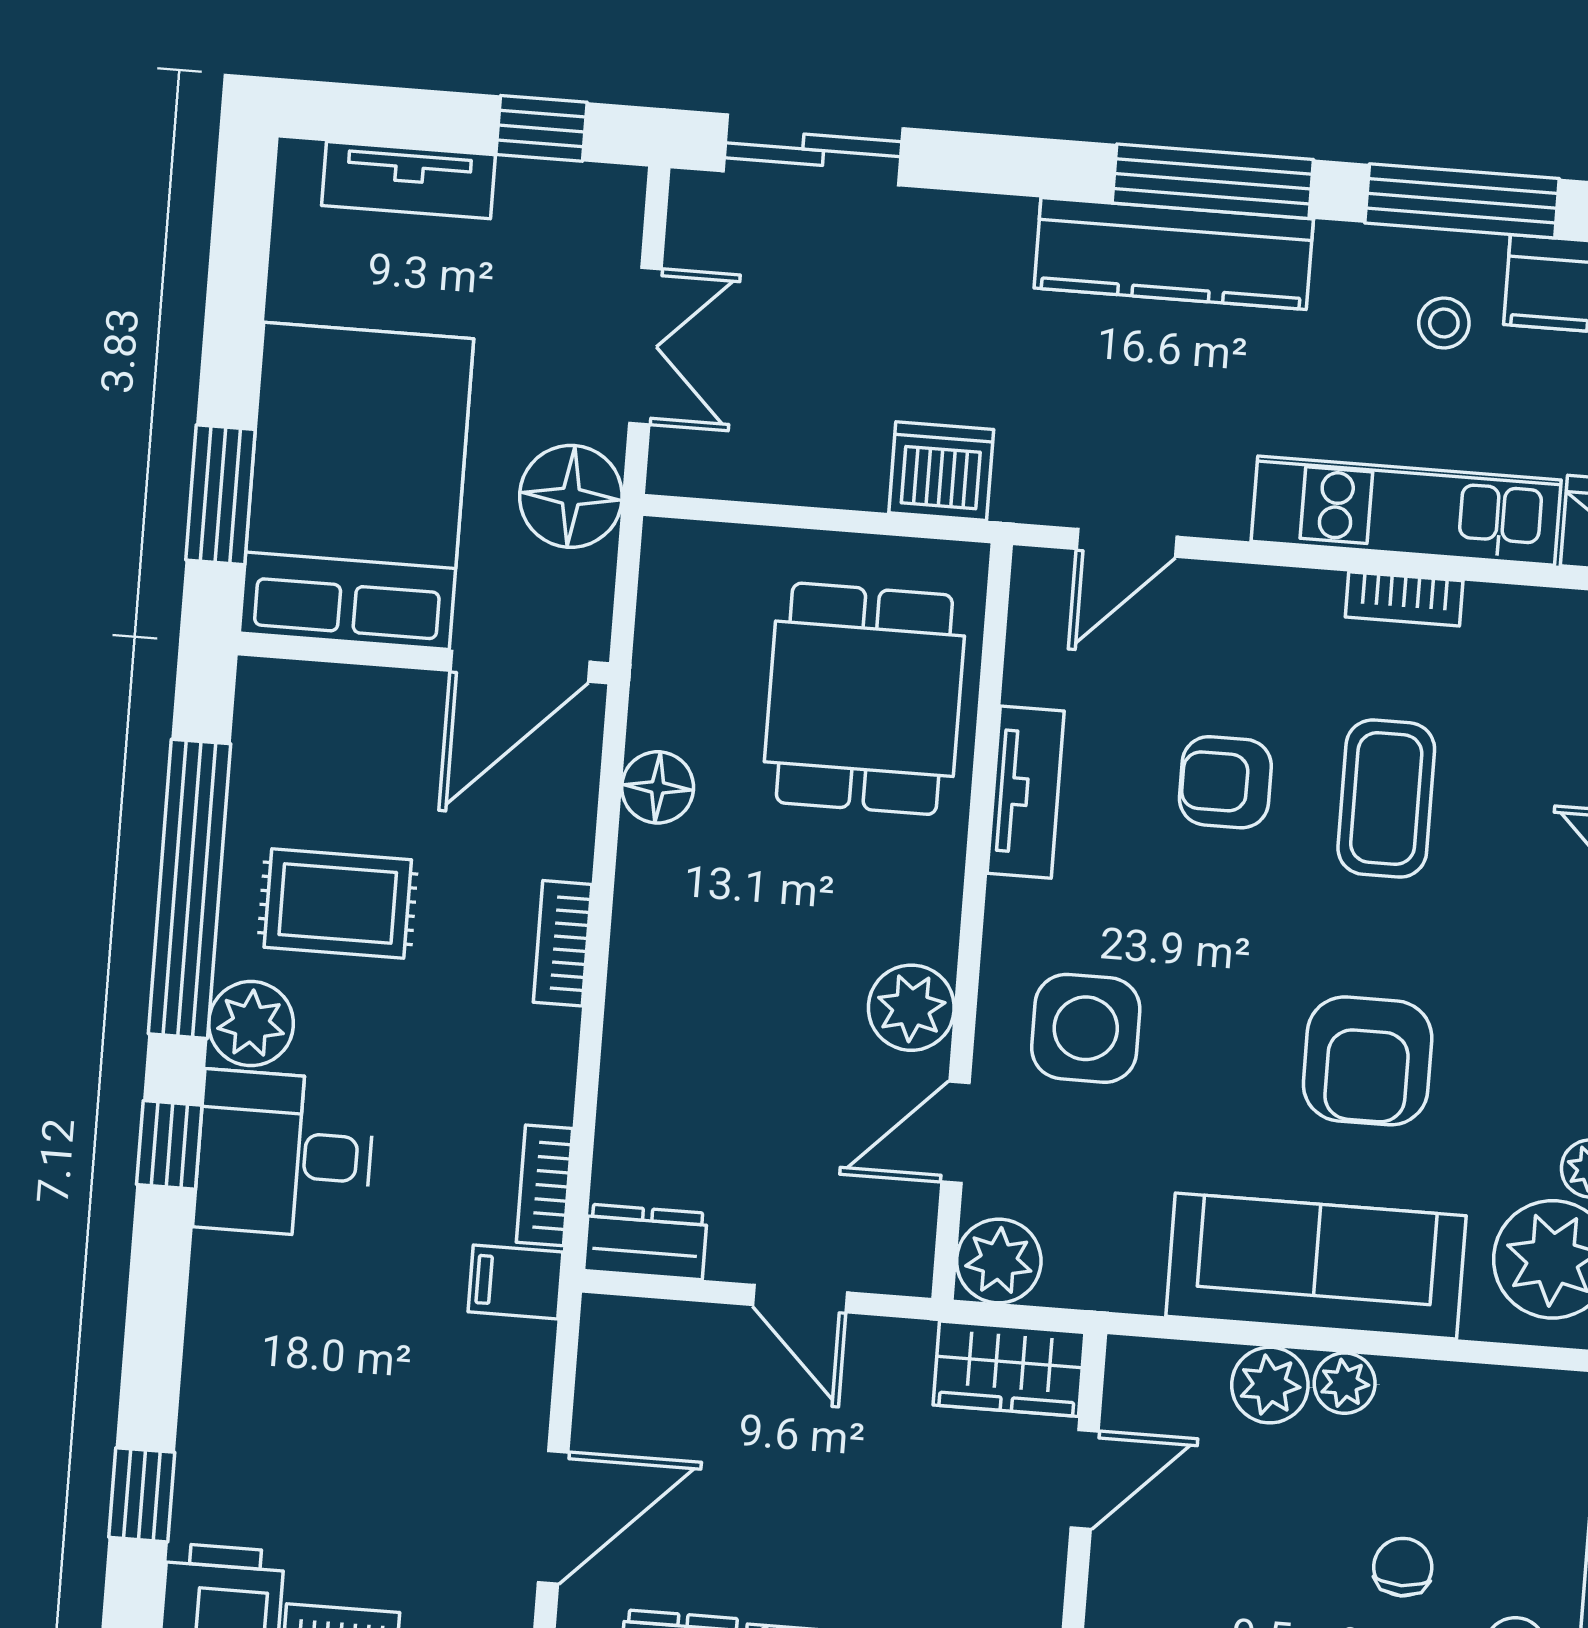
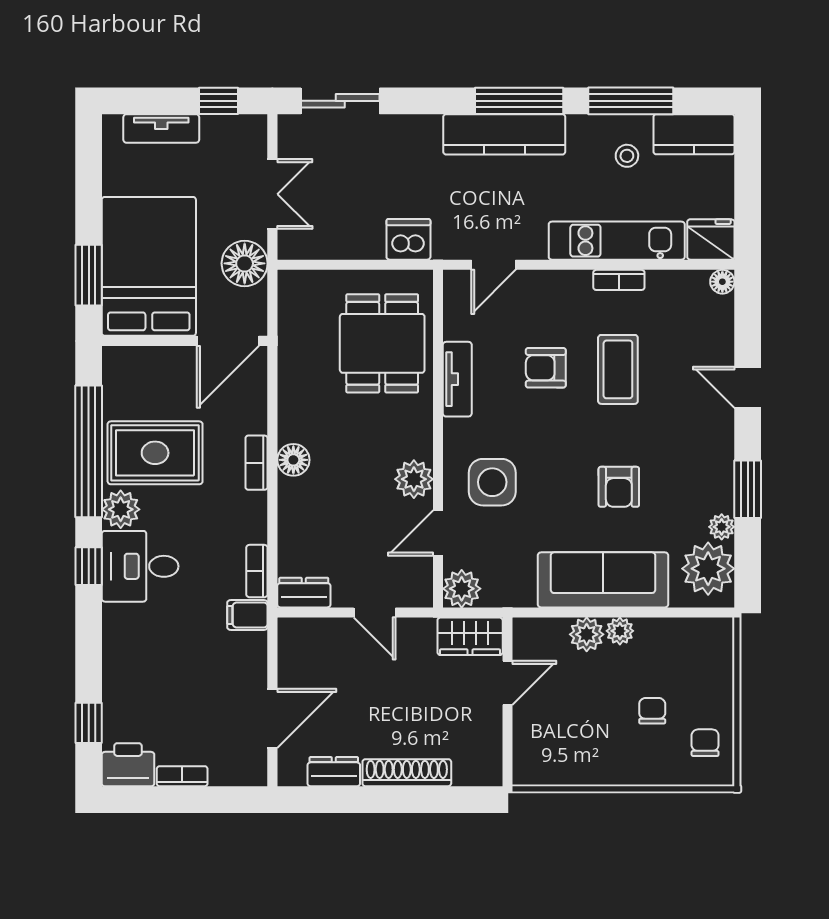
floor lamp: (658, 787) -> (293, 460), moved
rug: (338, 903) -> (155, 453), width x1.36, depth x1.43
armchair: (1368, 1061) -> (619, 487), width x0.72, depth x0.72

